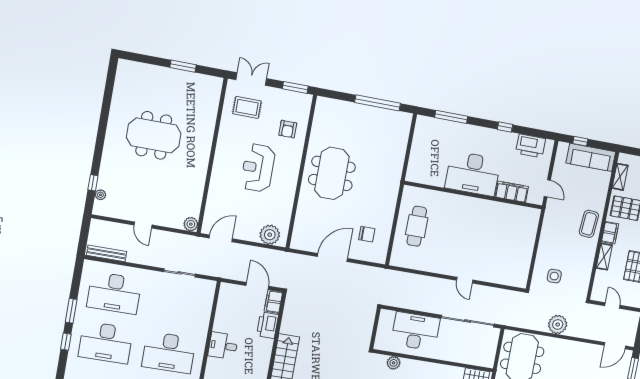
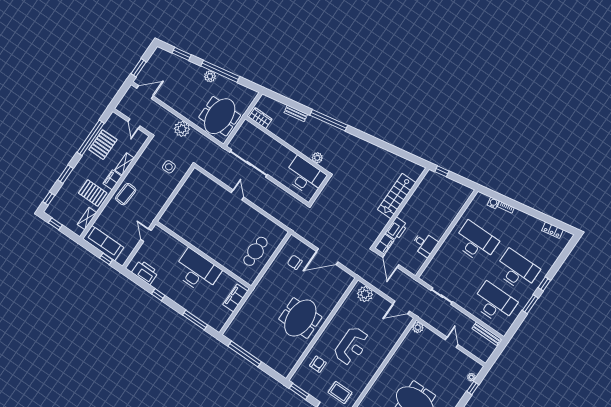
filing cabinet: (512, 192) -> (235, 298), moved, turned 90
desk: (415, 331) -> (305, 176), moved, turned 180
desk: (223, 346) -> (425, 244), moved

